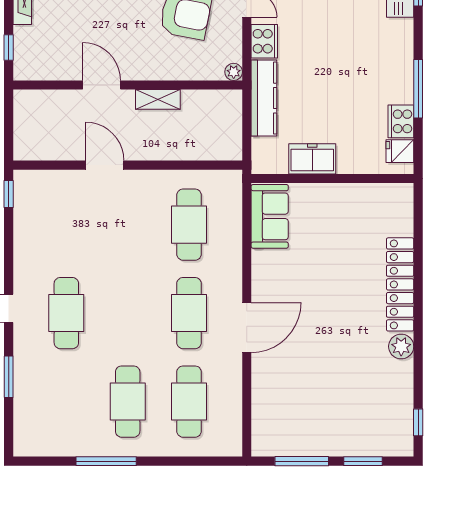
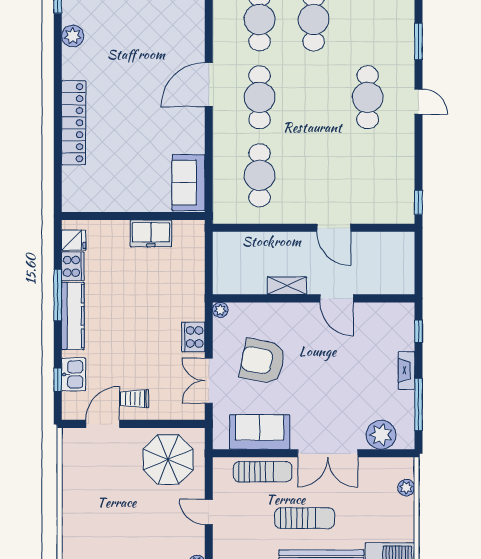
kitchen counter: (264, 98) -> (73, 316), moved, turned 180
plant: (401, 346) -> (73, 36), moved

